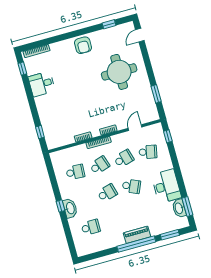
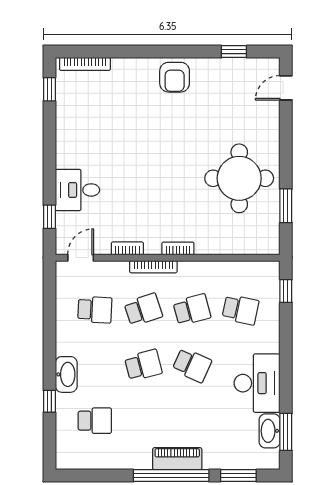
round table: (119, 72) -> (239, 178), moved
desk: (42, 84) -> (77, 190), moved
door: (135, 128) -> (81, 258), moved
window: (60, 206) -> (49, 401), moved

